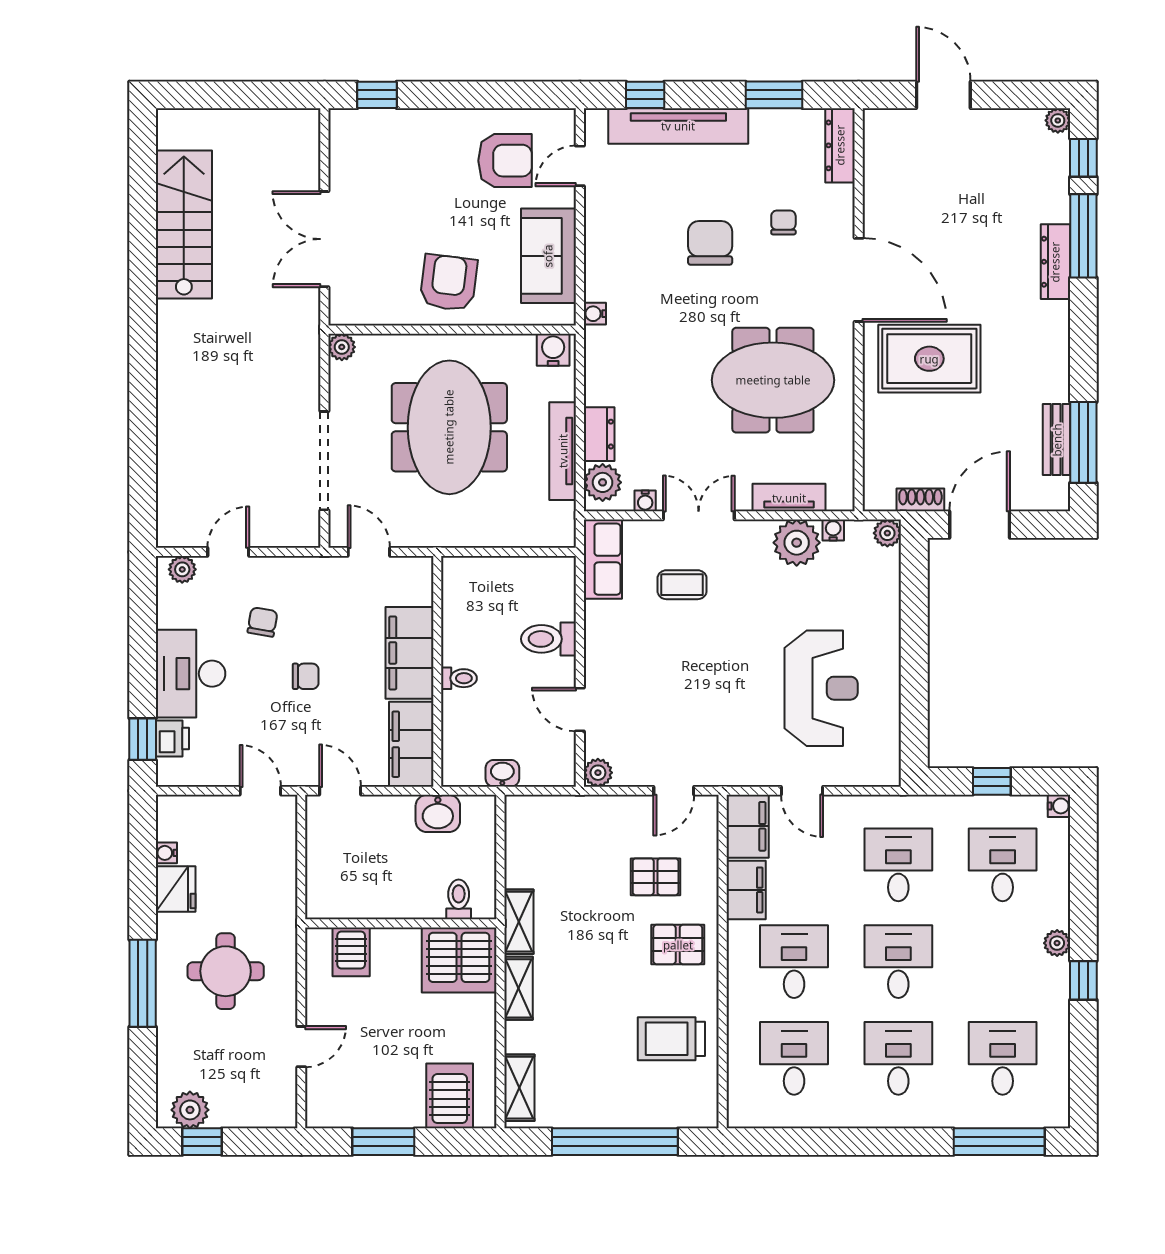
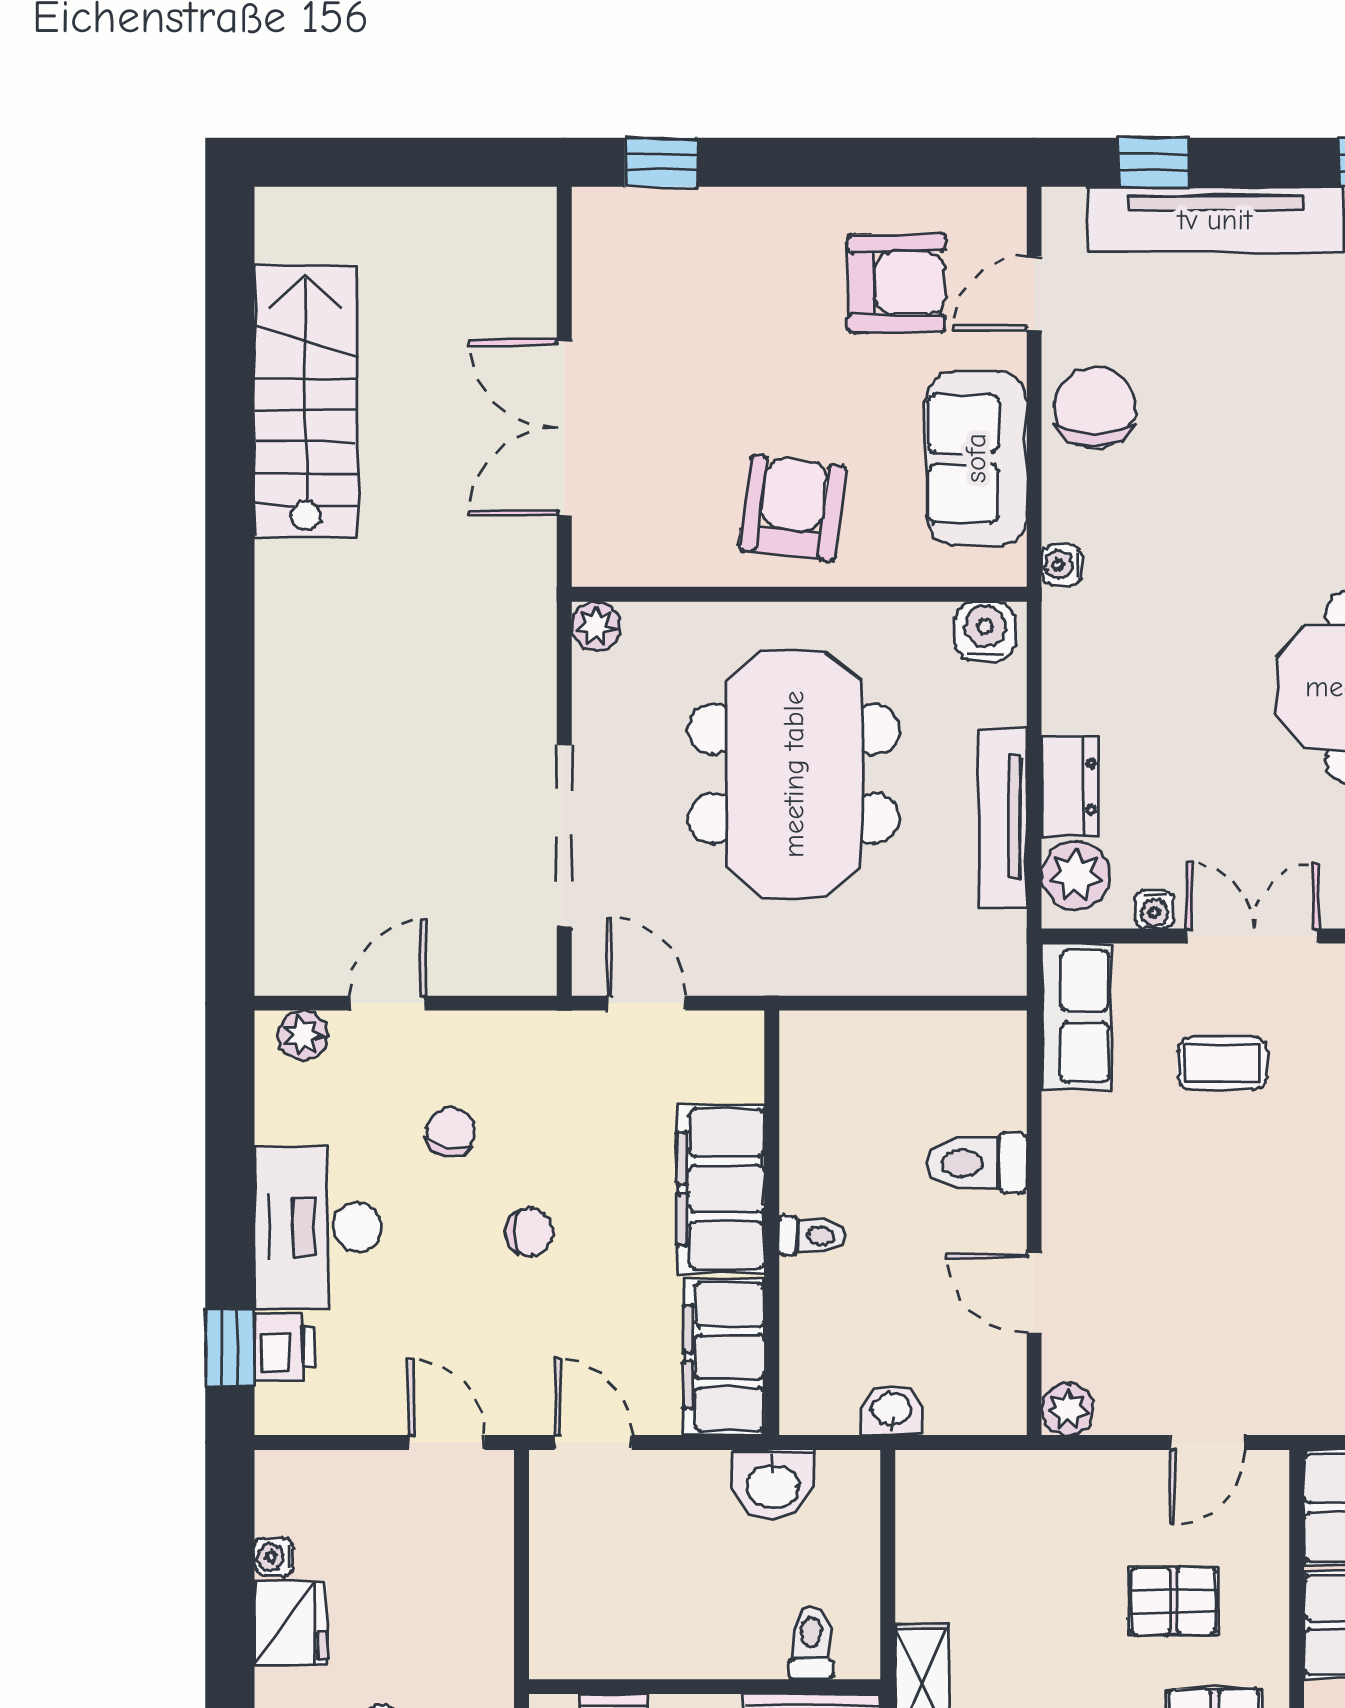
chair: (710, 243) -> (1095, 407), moved

